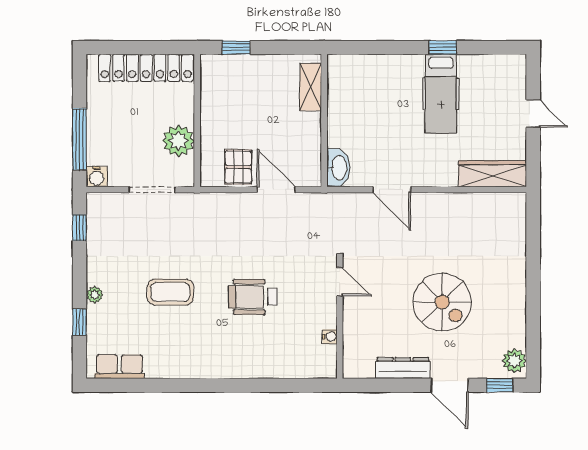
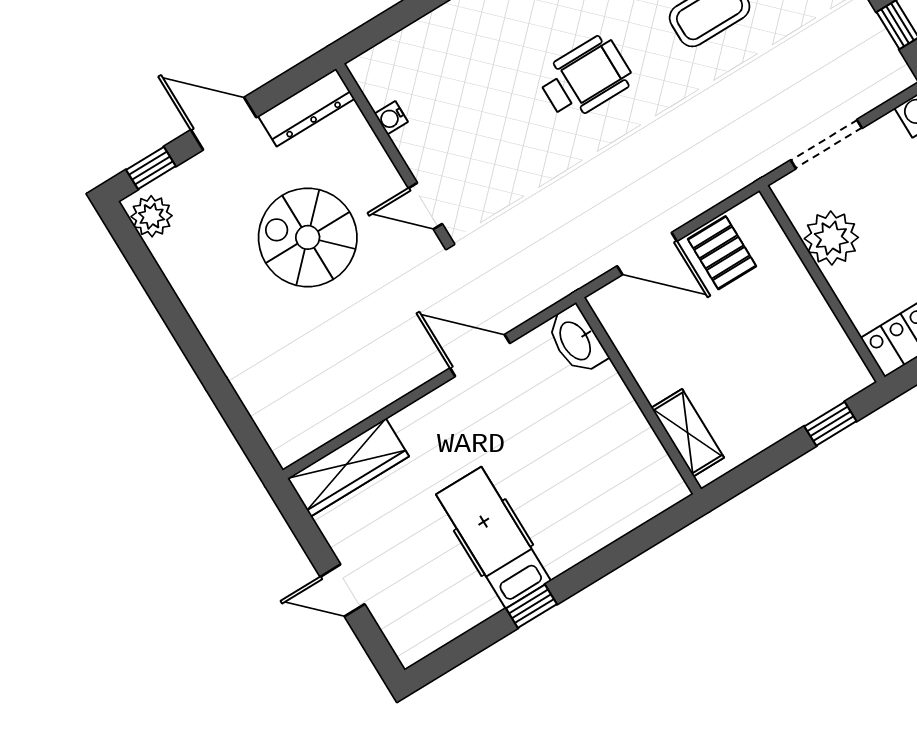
door: (340, 282) -> (425, 206), moved
wall: (340, 319) -> (393, 152), moved
water cooler: (330, 337) -> (391, 118), moved

